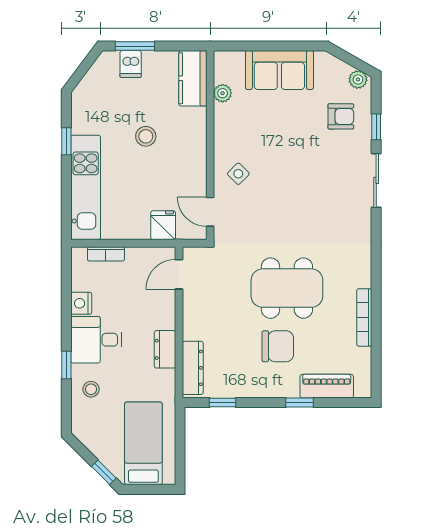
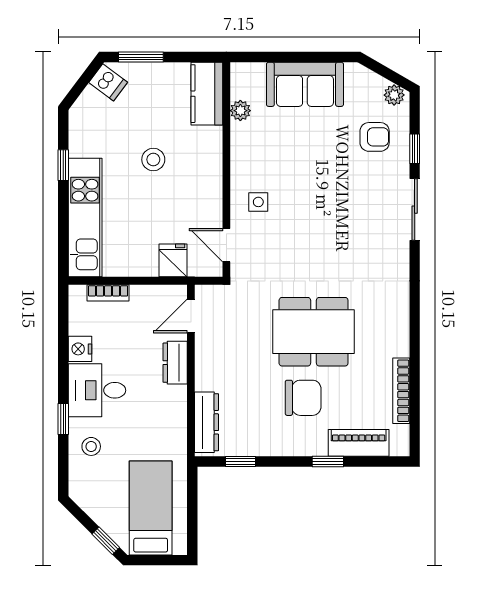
dishwasher: (131, 64) -> (108, 82), moved, turned -53
side table: (238, 174) -> (258, 202), turned 45
bookcase: (364, 317) -> (401, 391), moved
dresser: (165, 349) -> (175, 363), moved

